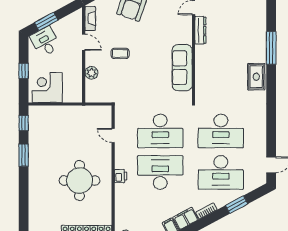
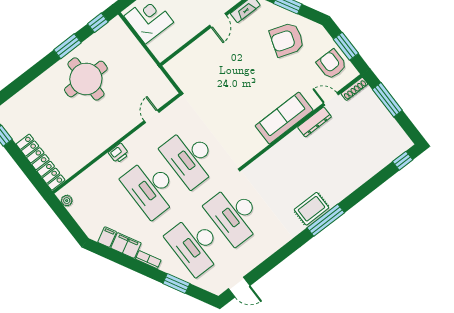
window: (271, 48) -> (326, 220), moved
coffee table: (120, 53) -> (234, 63), removed
sofa: (182, 68) -> (284, 118), moved
plant: (91, 73) -> (195, 50), removed
desk: (160, 172) -> (151, 188), turned 180
round table: (80, 181) -> (86, 79), moved

